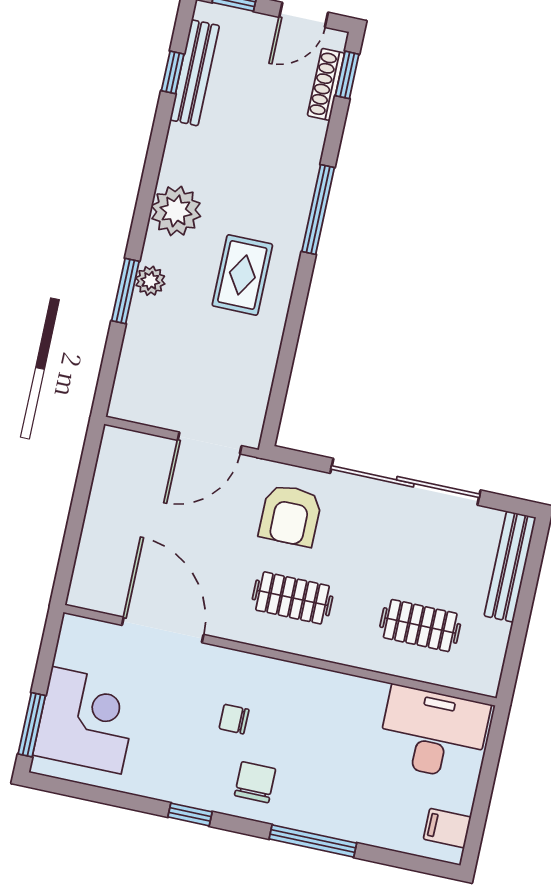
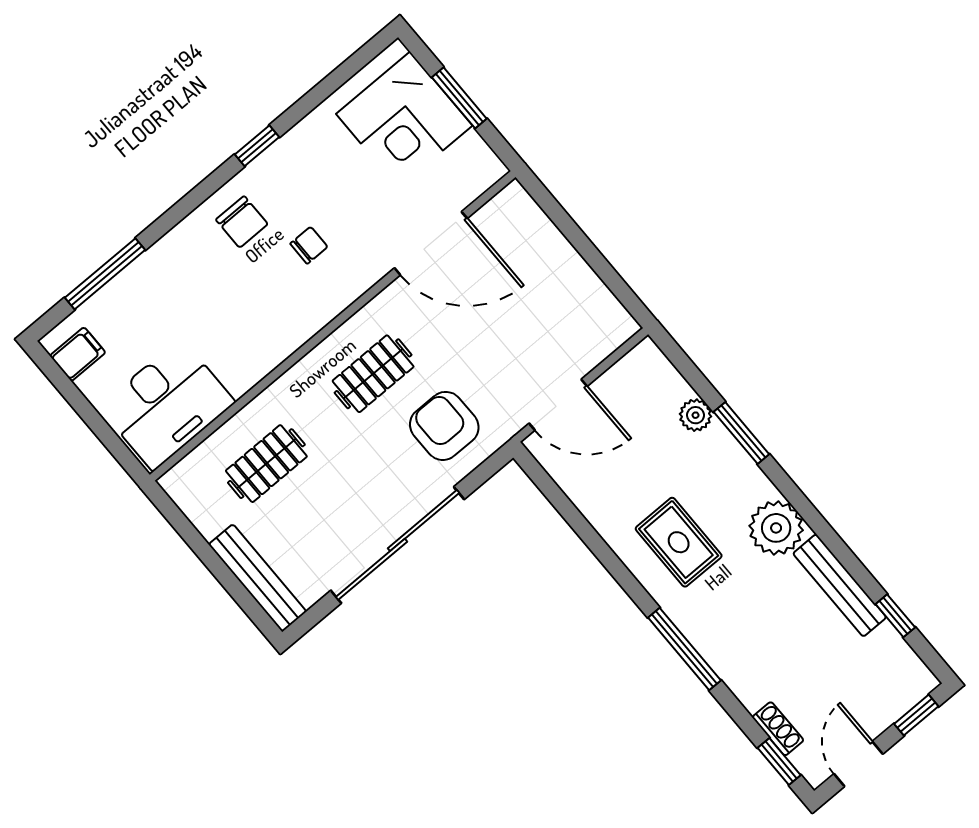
bench: (195, 73) -> (840, 585), moved
shoe rack: (326, 84) -> (778, 729), width x0.70
plant: (150, 281) -> (695, 415), moved
door: (210, 443) -> (558, 405), swing flipped
window: (32, 725) -> (459, 98), moved
window: (313, 841) -> (105, 274), moved

